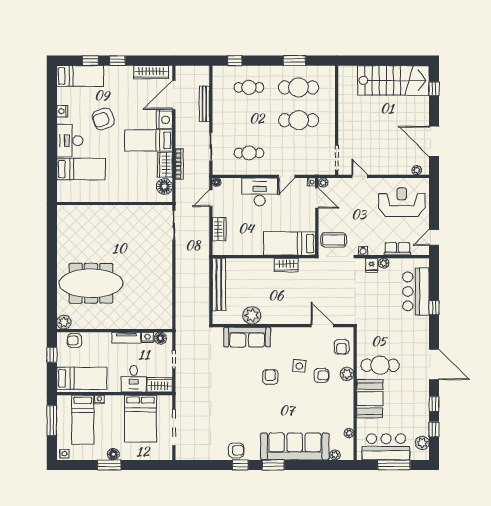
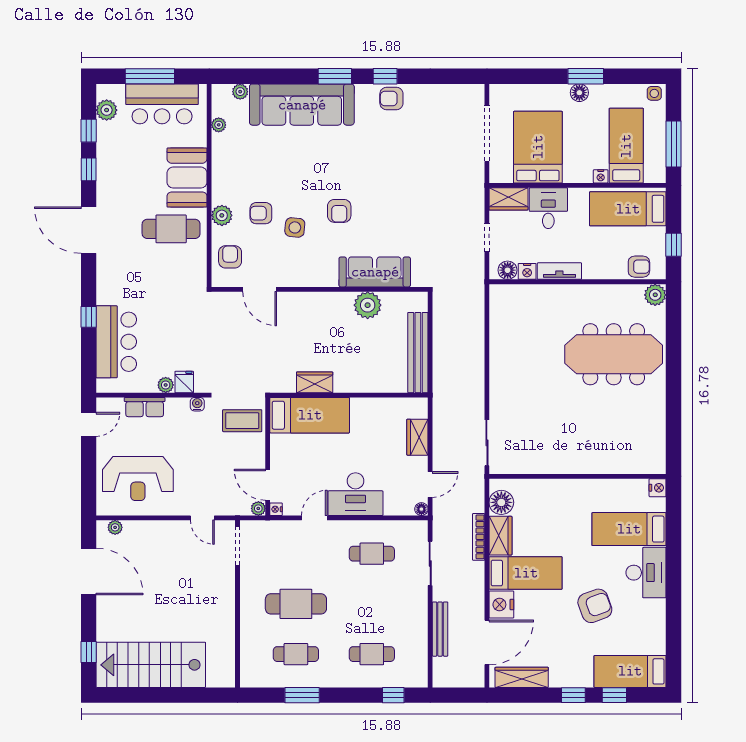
cafe table: (299, 87) -> (296, 654), width x0.73, depth x0.74
nightstand: (62, 111) -> (658, 488), moved

